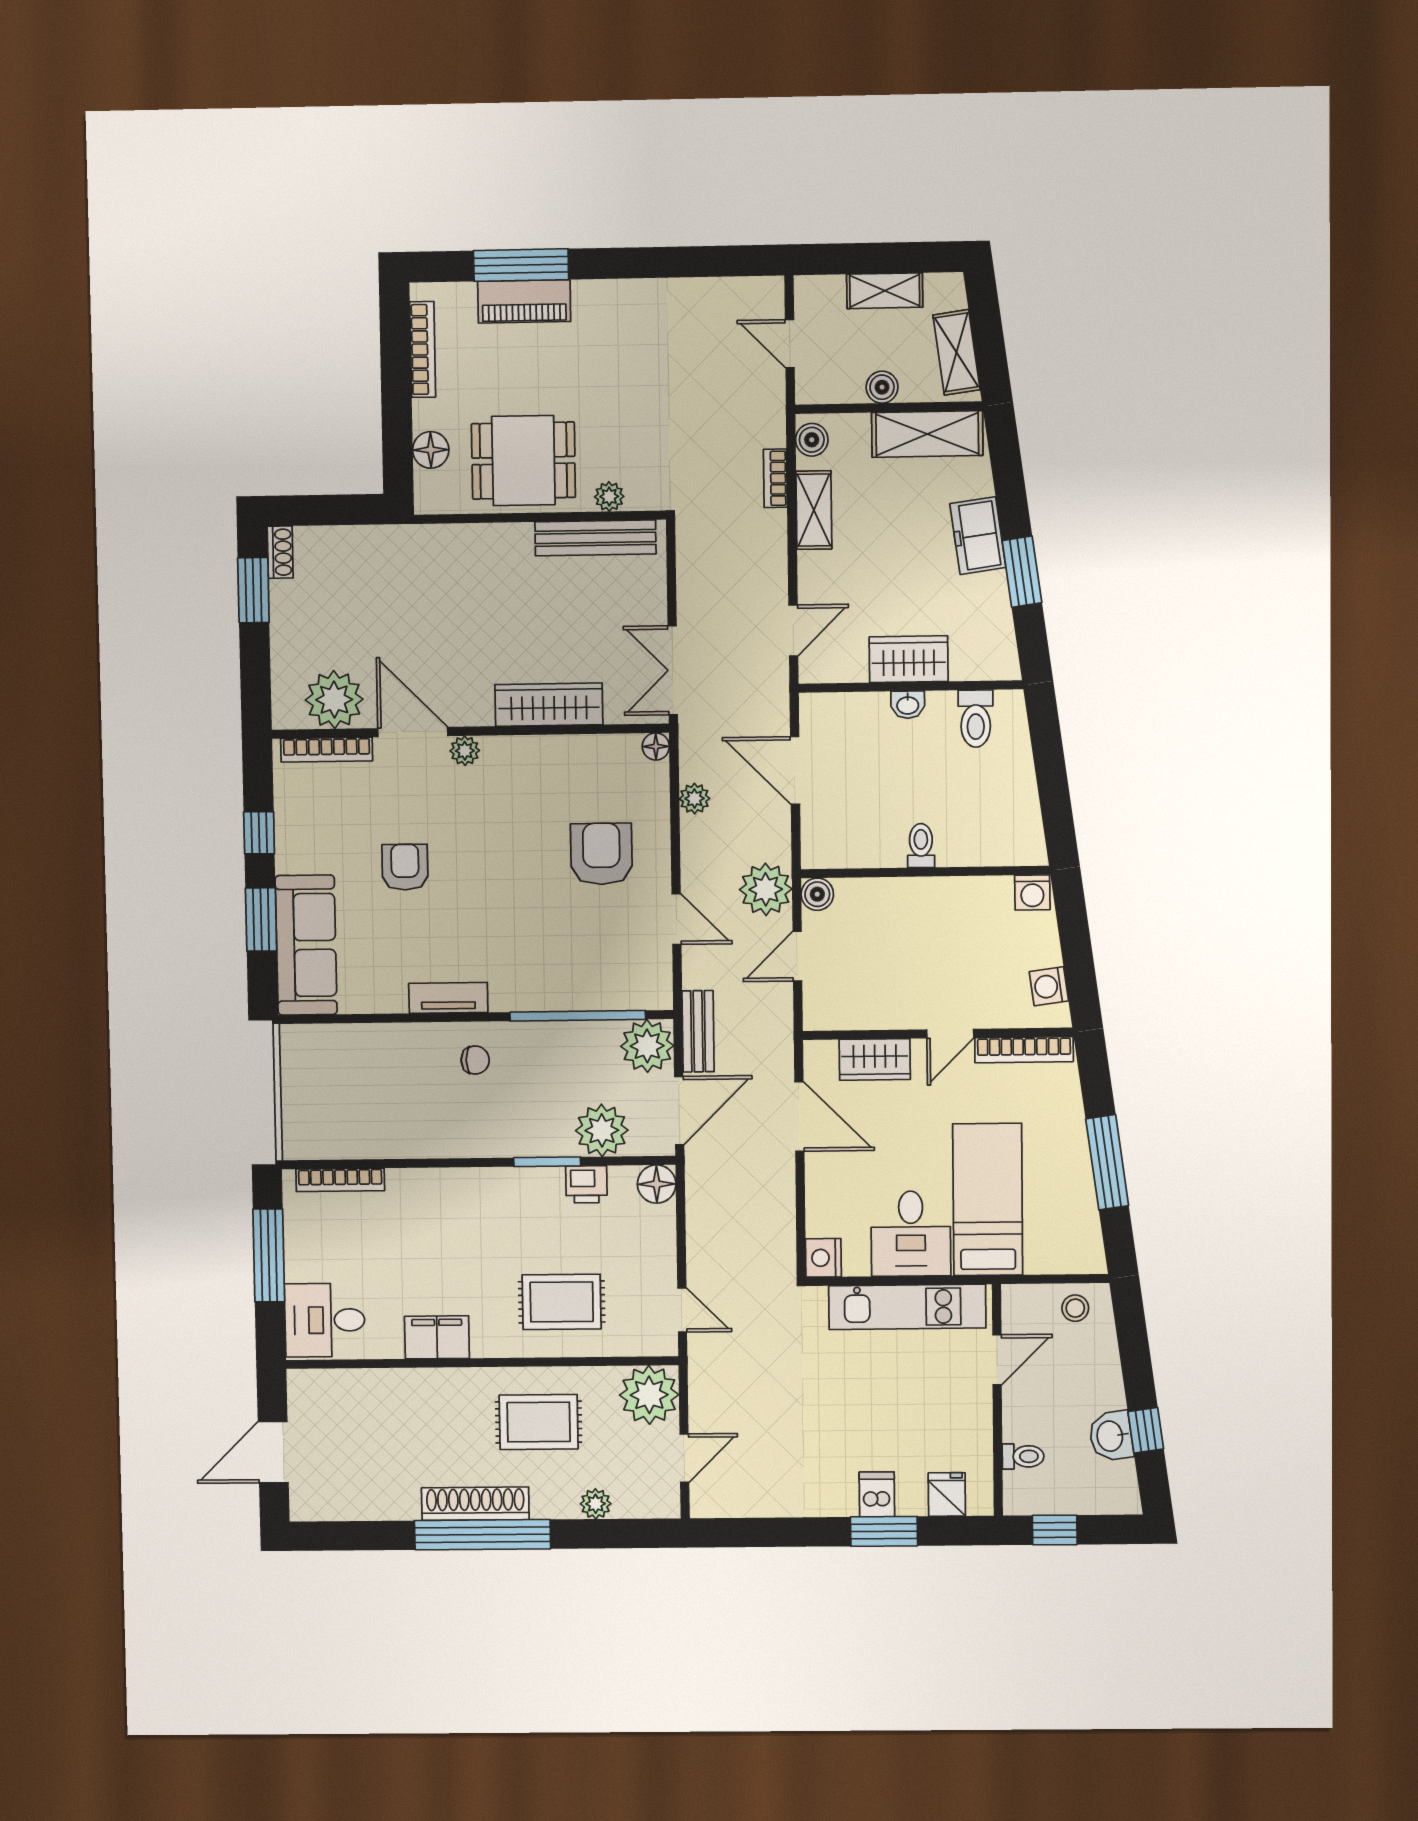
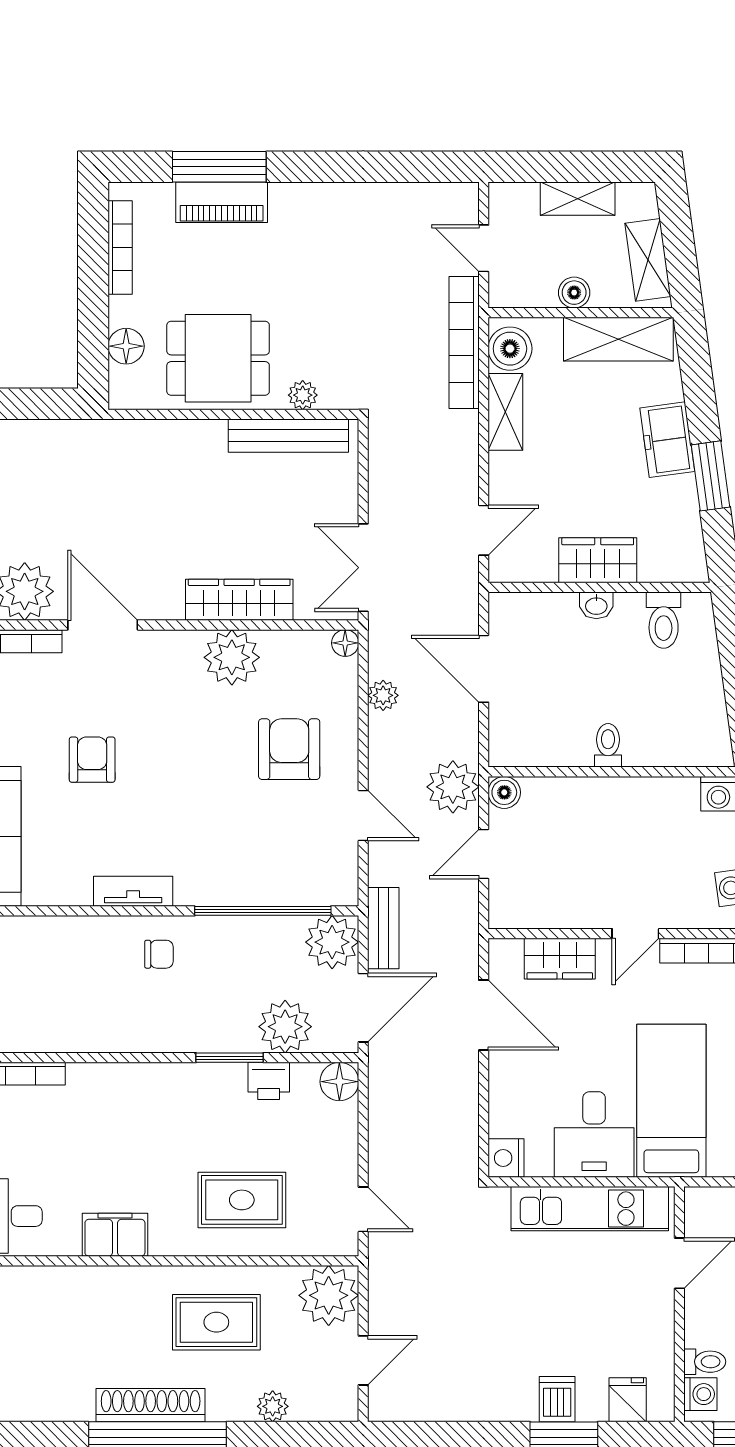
boiler: (812, 440) -> (510, 349), width x1.36, depth x1.36
bookcase: (775, 478) -> (464, 342), width x2.31, depth x1.31
plant: (465, 751) -> (232, 657), moved, width x1.88, depth x1.88
washing machine: (1019, 1488) -> (700, 1394), added

